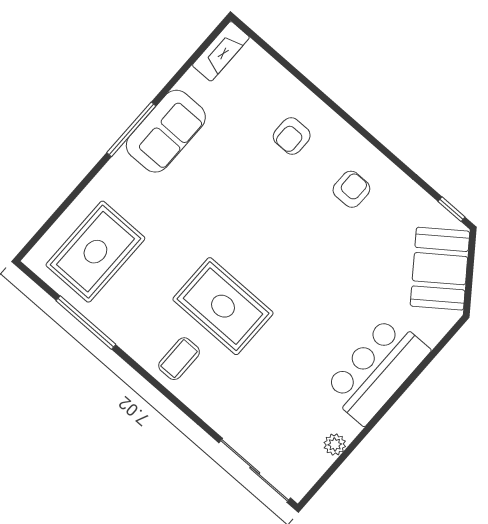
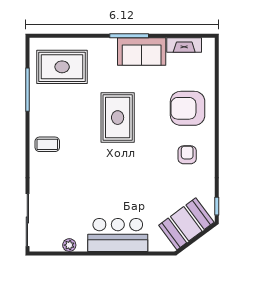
fireplace: (221, 51) -> (184, 45), moved
armchair: (292, 136) -> (188, 108), width x1.88, depth x1.88
armchair: (351, 189) -> (187, 155), turned -90
rug: (223, 306) -> (118, 118), moved

